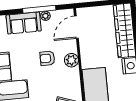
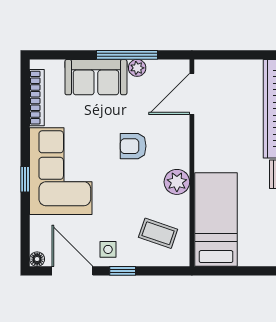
plant: (71, 60) -> (177, 182), moved

